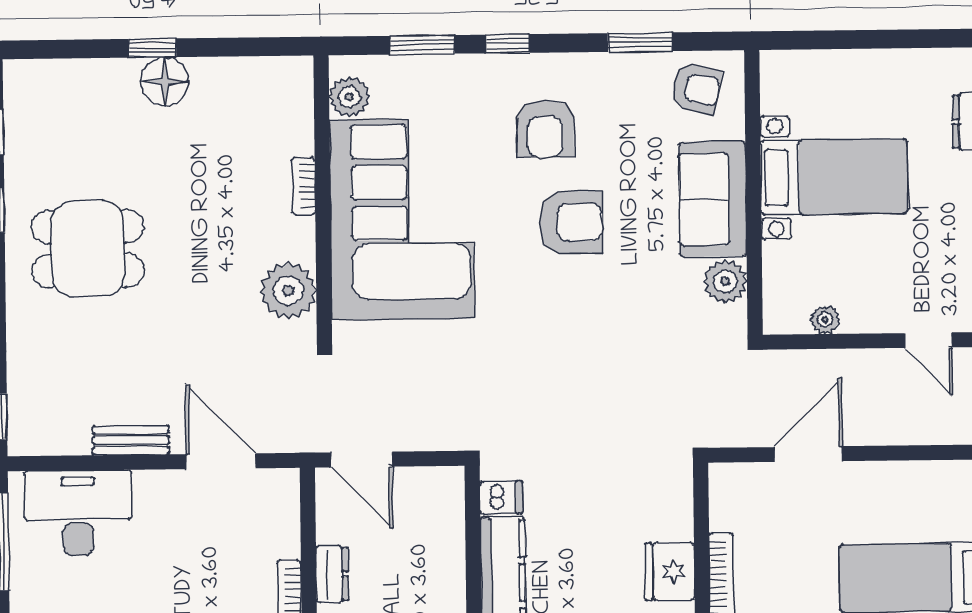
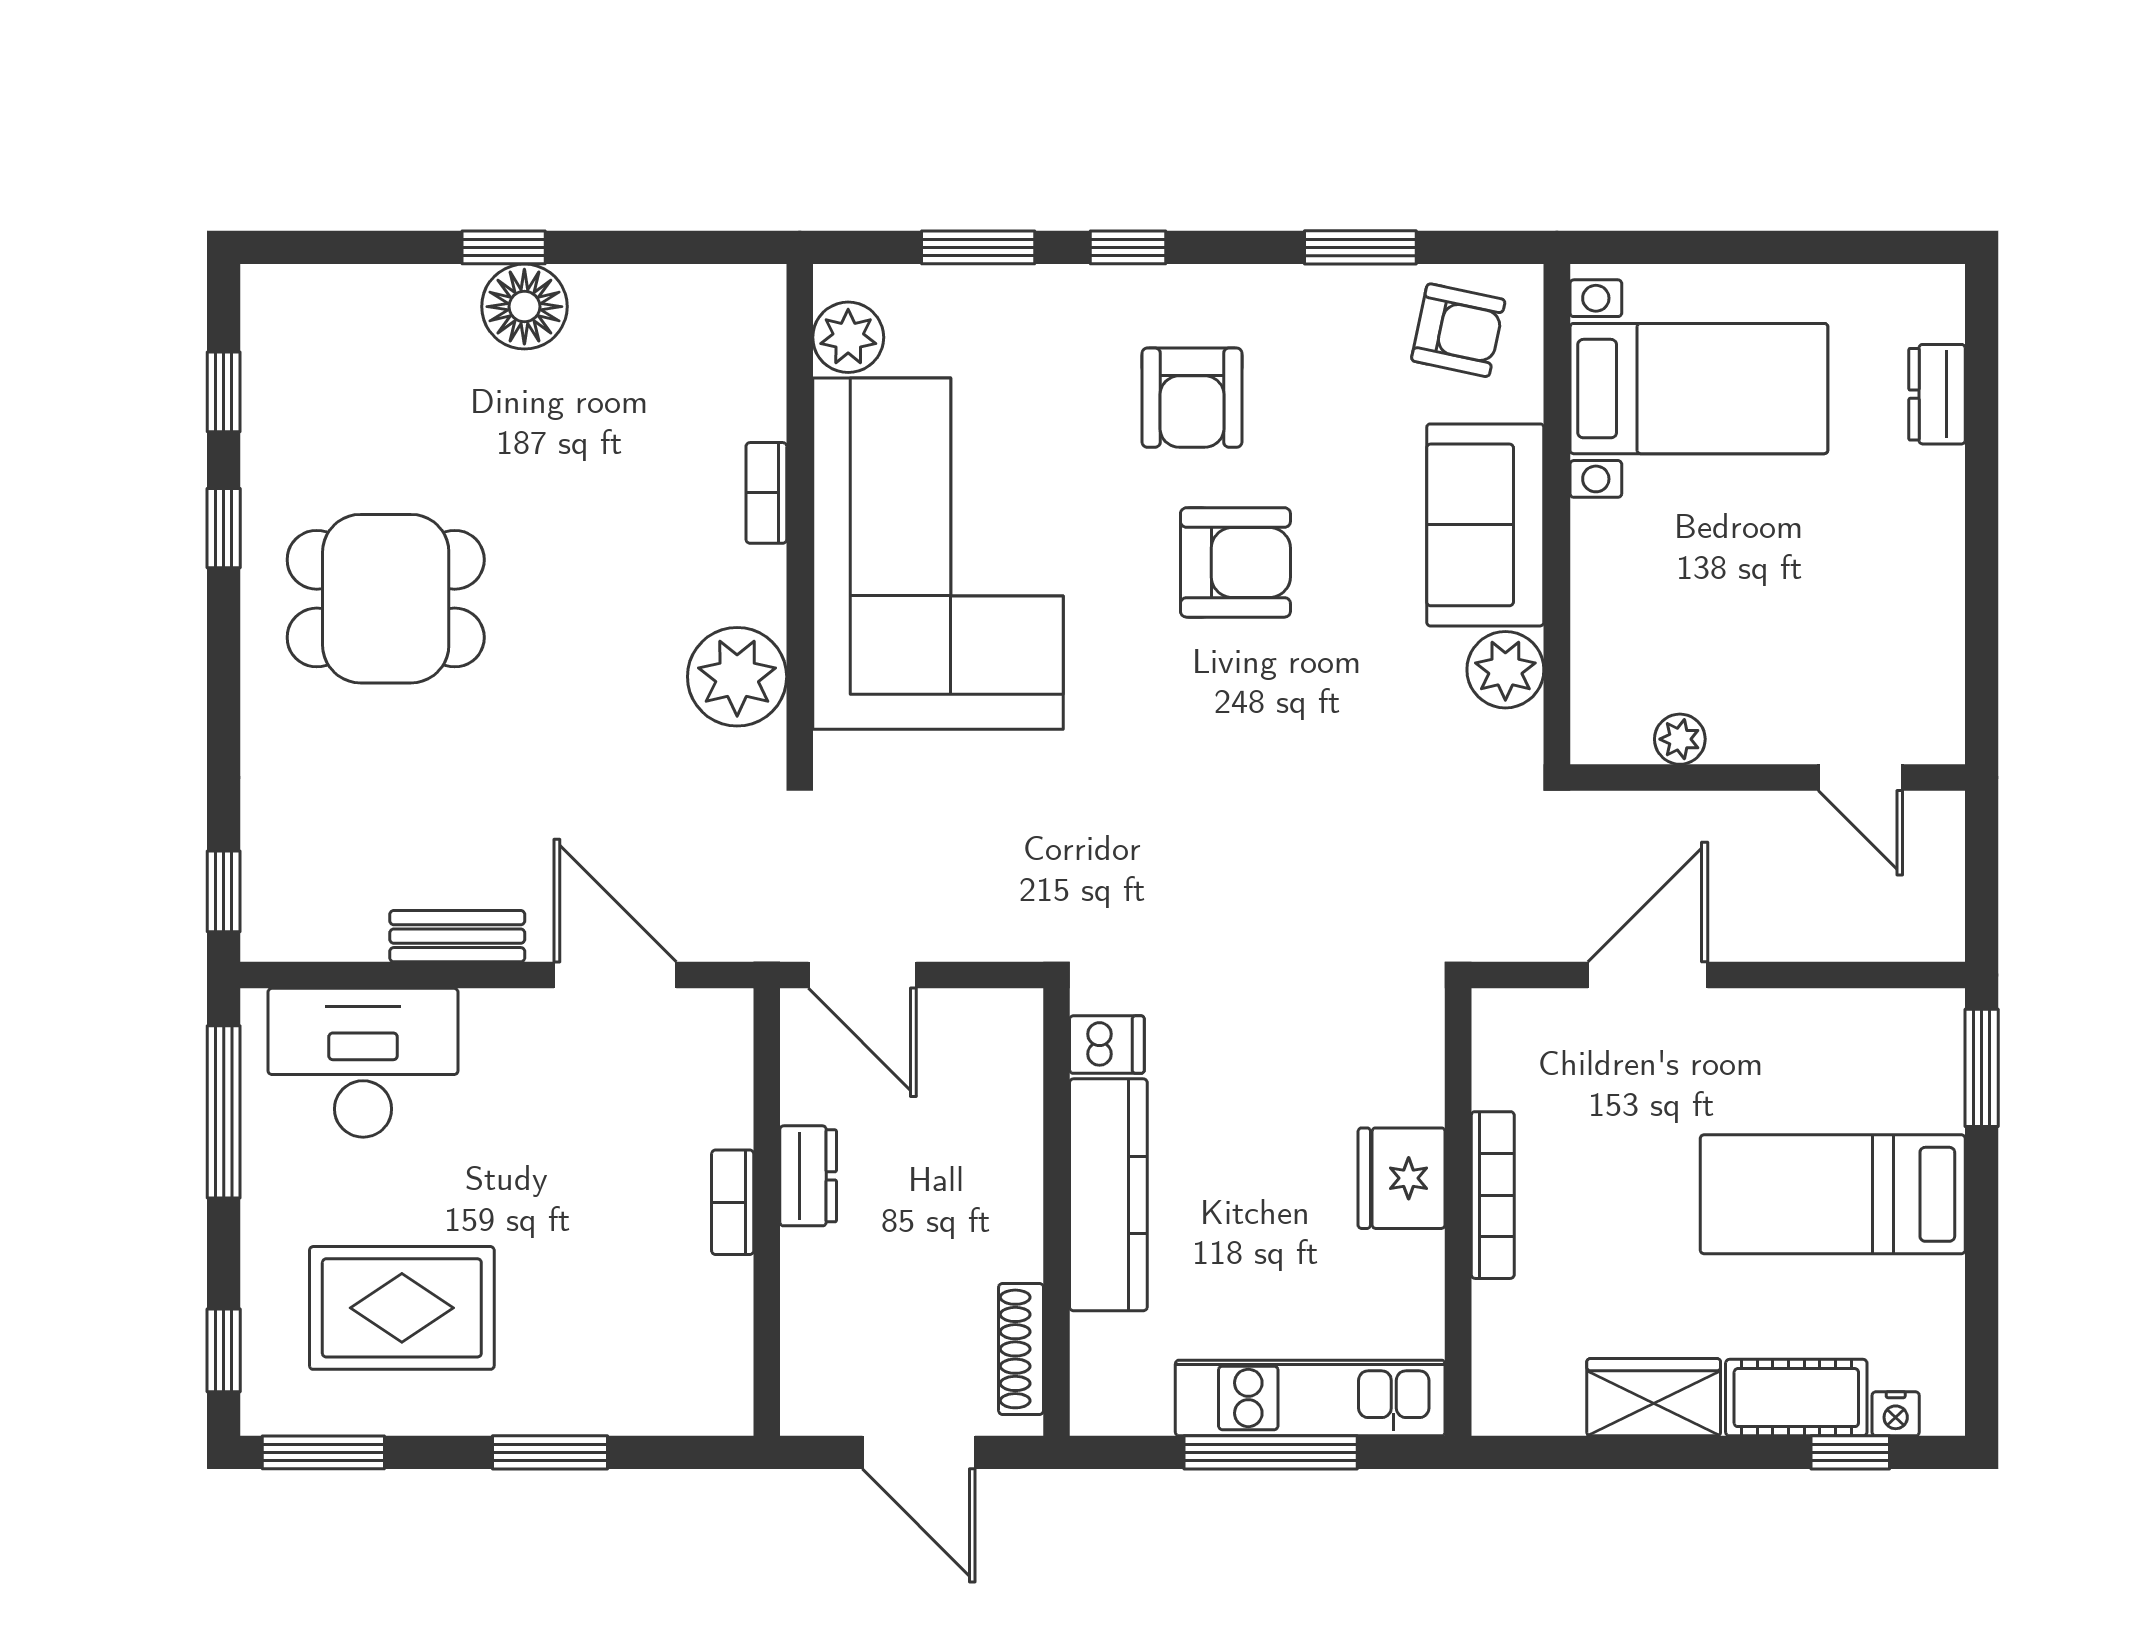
bed with nightstands: (834, 177) -> (1699, 389), moved

